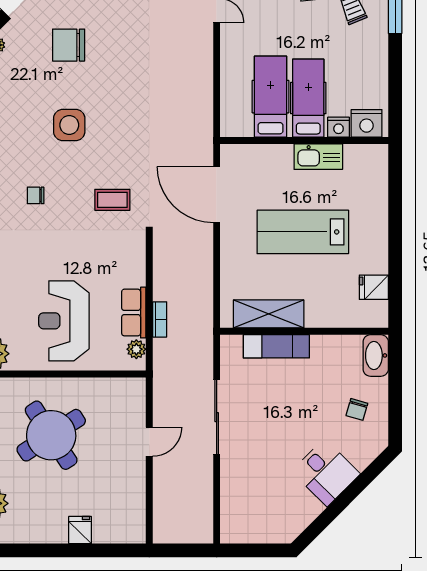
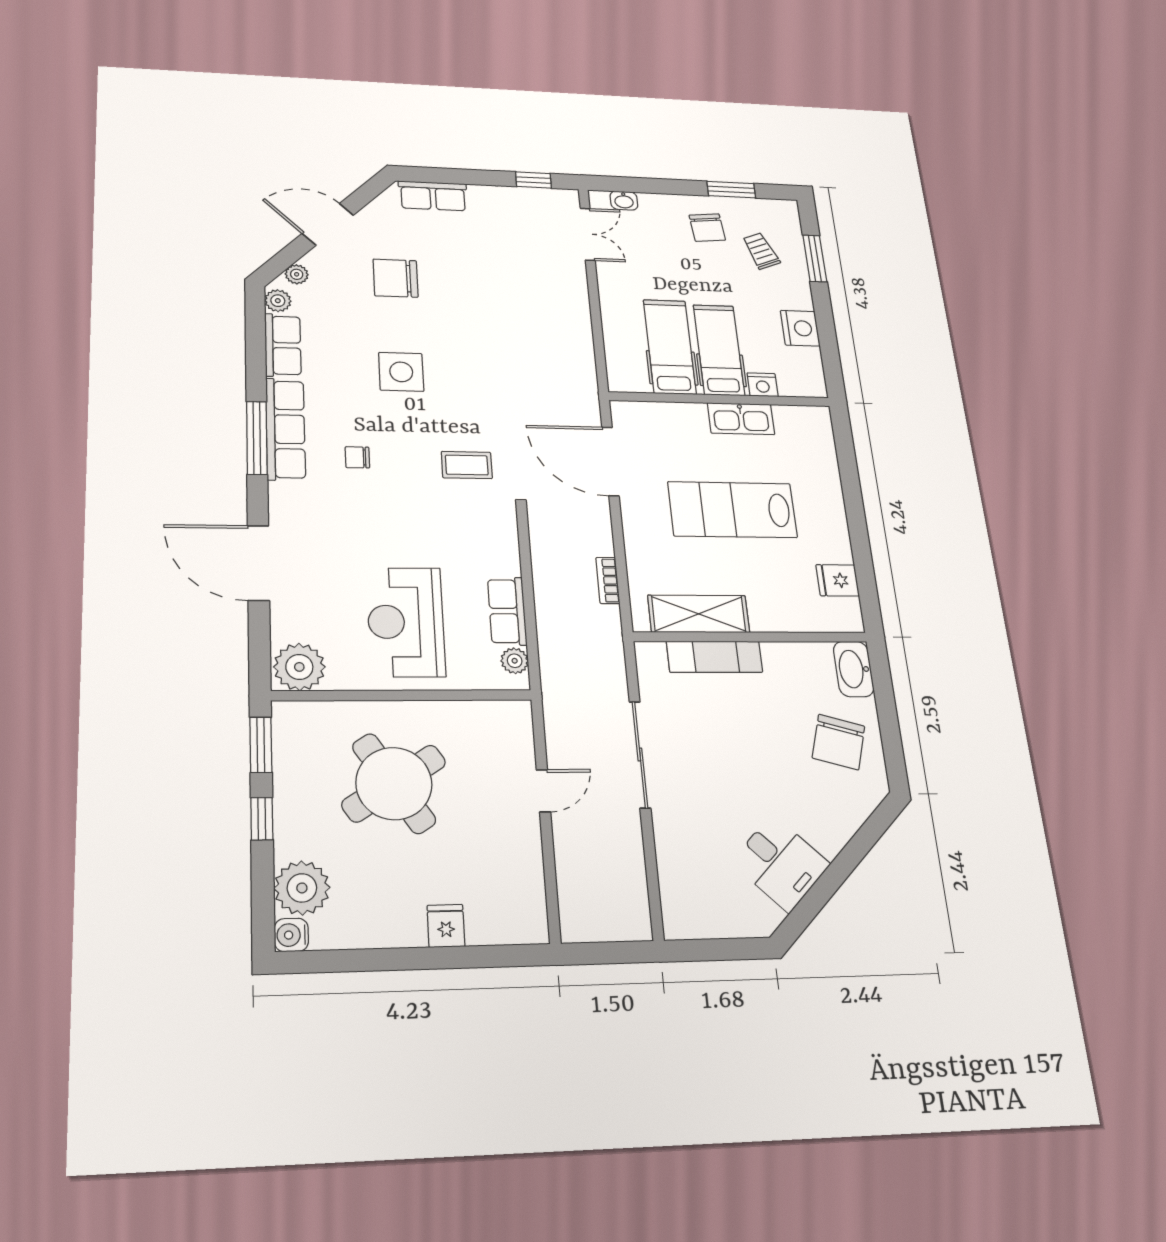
nightstand: (367, 123) -> (800, 328), moved, turned -90
bookcase: (160, 319) -> (608, 580), moved, turned 180
chair: (357, 409) -> (839, 742), width x1.87, depth x1.87
desk: (326, 472) -> (780, 863), moved

